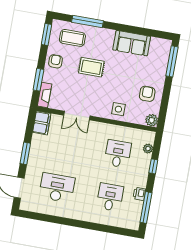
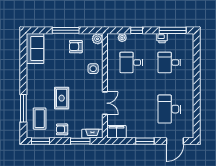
sofa: (132, 43) -> (35, 48), moved
window: (172, 61) -> (66, 30), moved

